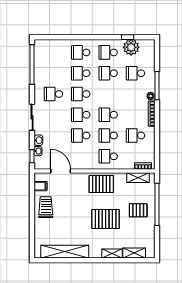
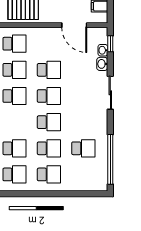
school desk: (53, 94) -> (83, 148), moved

